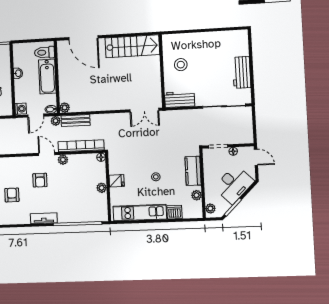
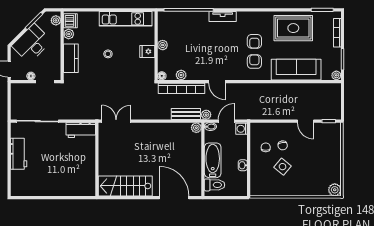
stool: (181, 65) -> (78, 165), removed
plant: (63, 160) -> (181, 75), moved
armchair: (40, 180) -> (254, 62), moved
dishwasher: (175, 212) -> (70, 21), moved, turned -90

